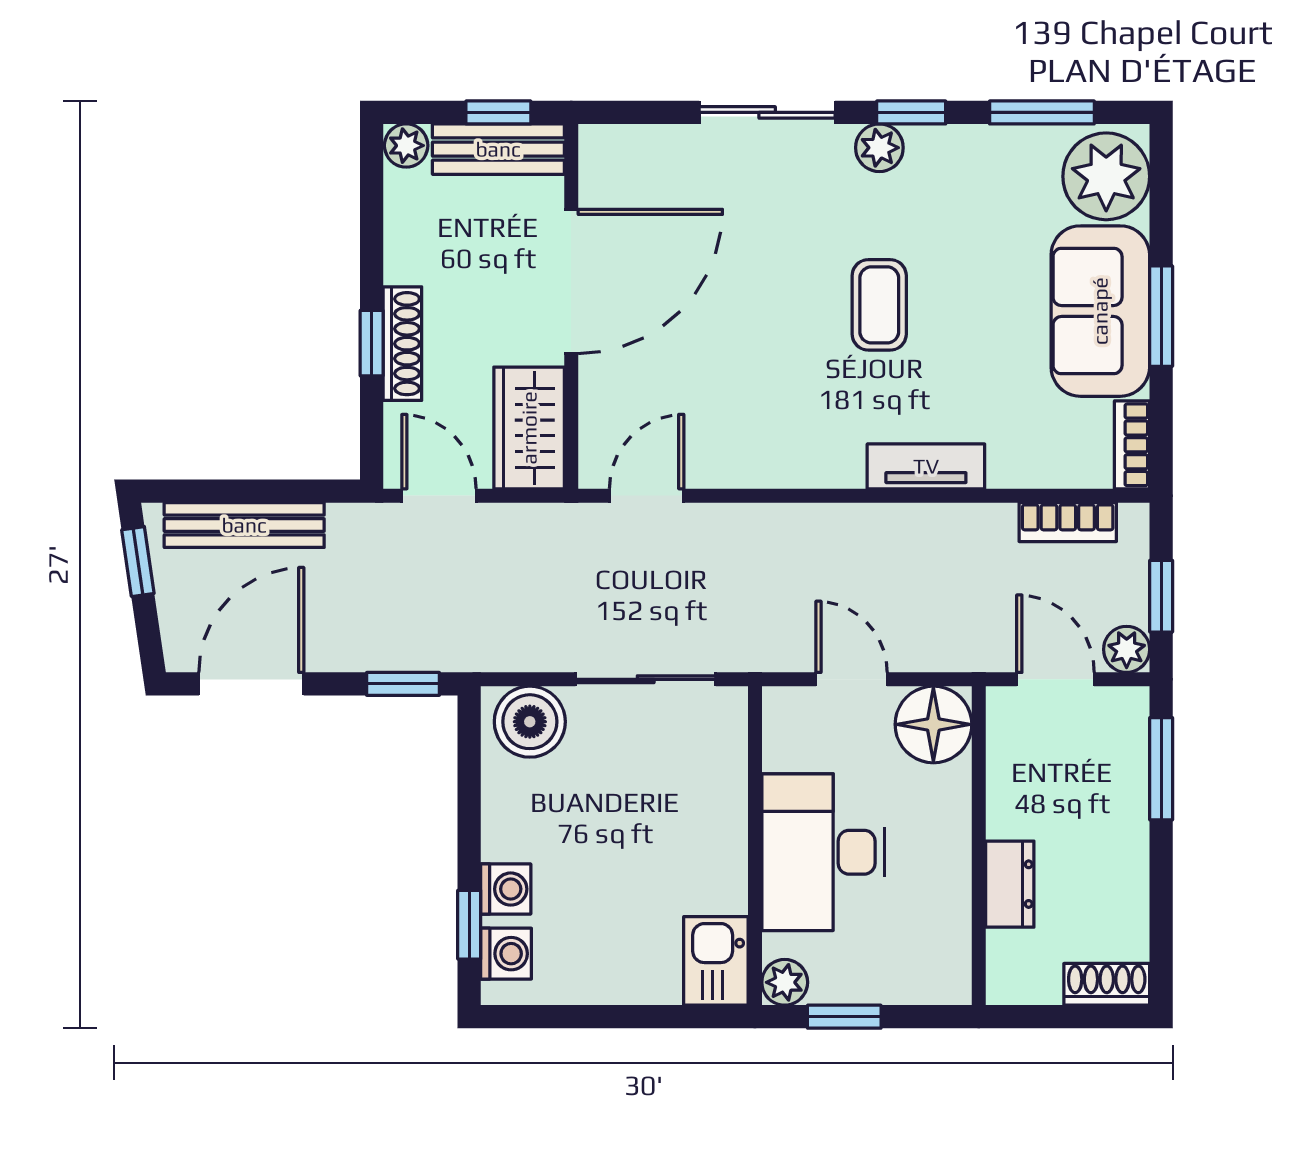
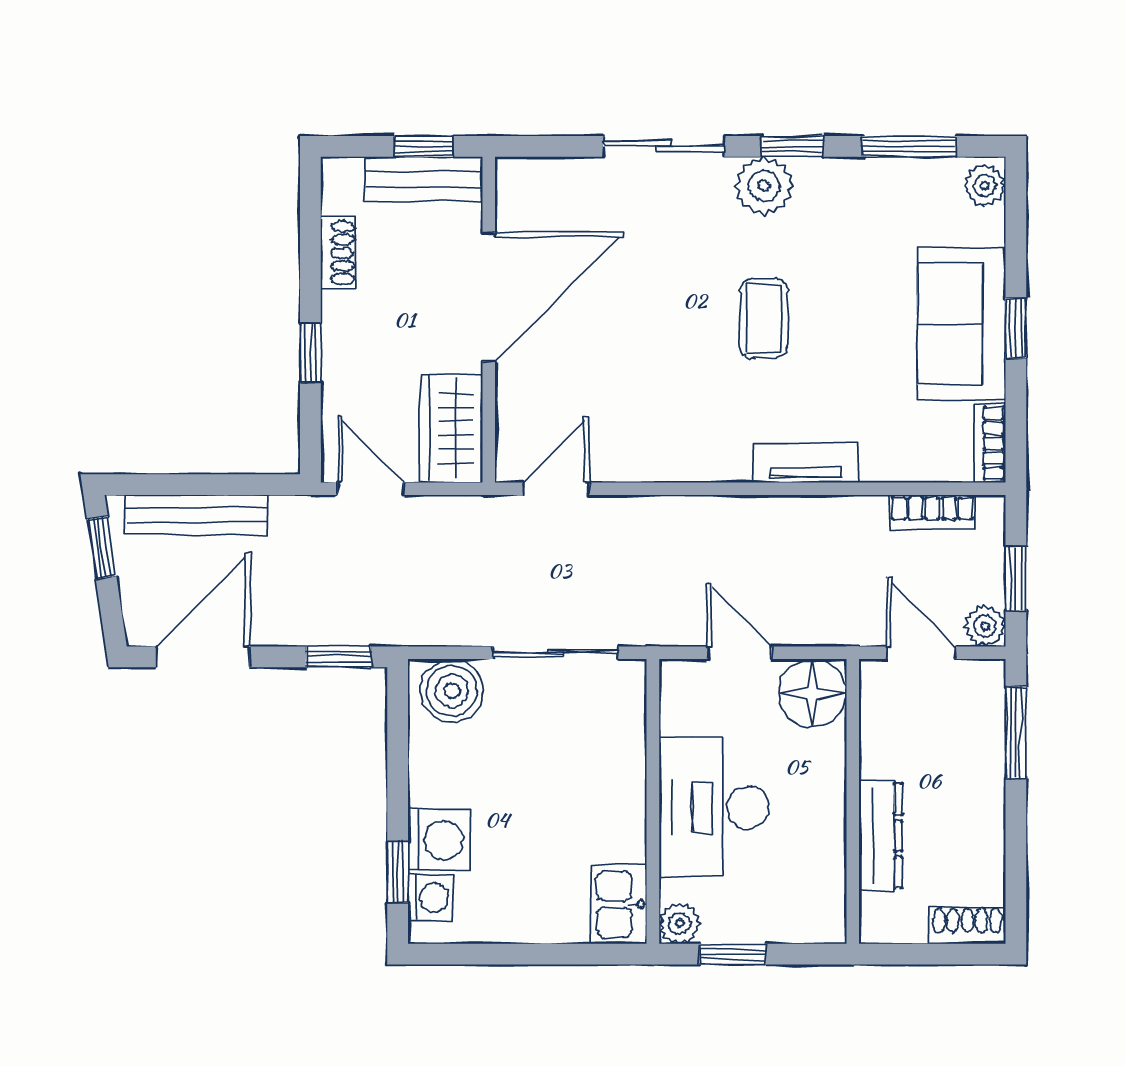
plant: (406, 146) -> (341, 176), removed
plant: (879, 148) -> (764, 186), width x1.38, depth x1.38
plant: (1106, 176) -> (985, 185), width x0.53, depth x0.53
window: (1161, 316) -> (1016, 328), width x0.67
shoe rack: (402, 344) -> (338, 253), moved, width x0.70
dresser: (1010, 884) -> (881, 836), width x1.44
washing machine: (506, 889) -> (439, 840), width x1.38, depth x1.38

